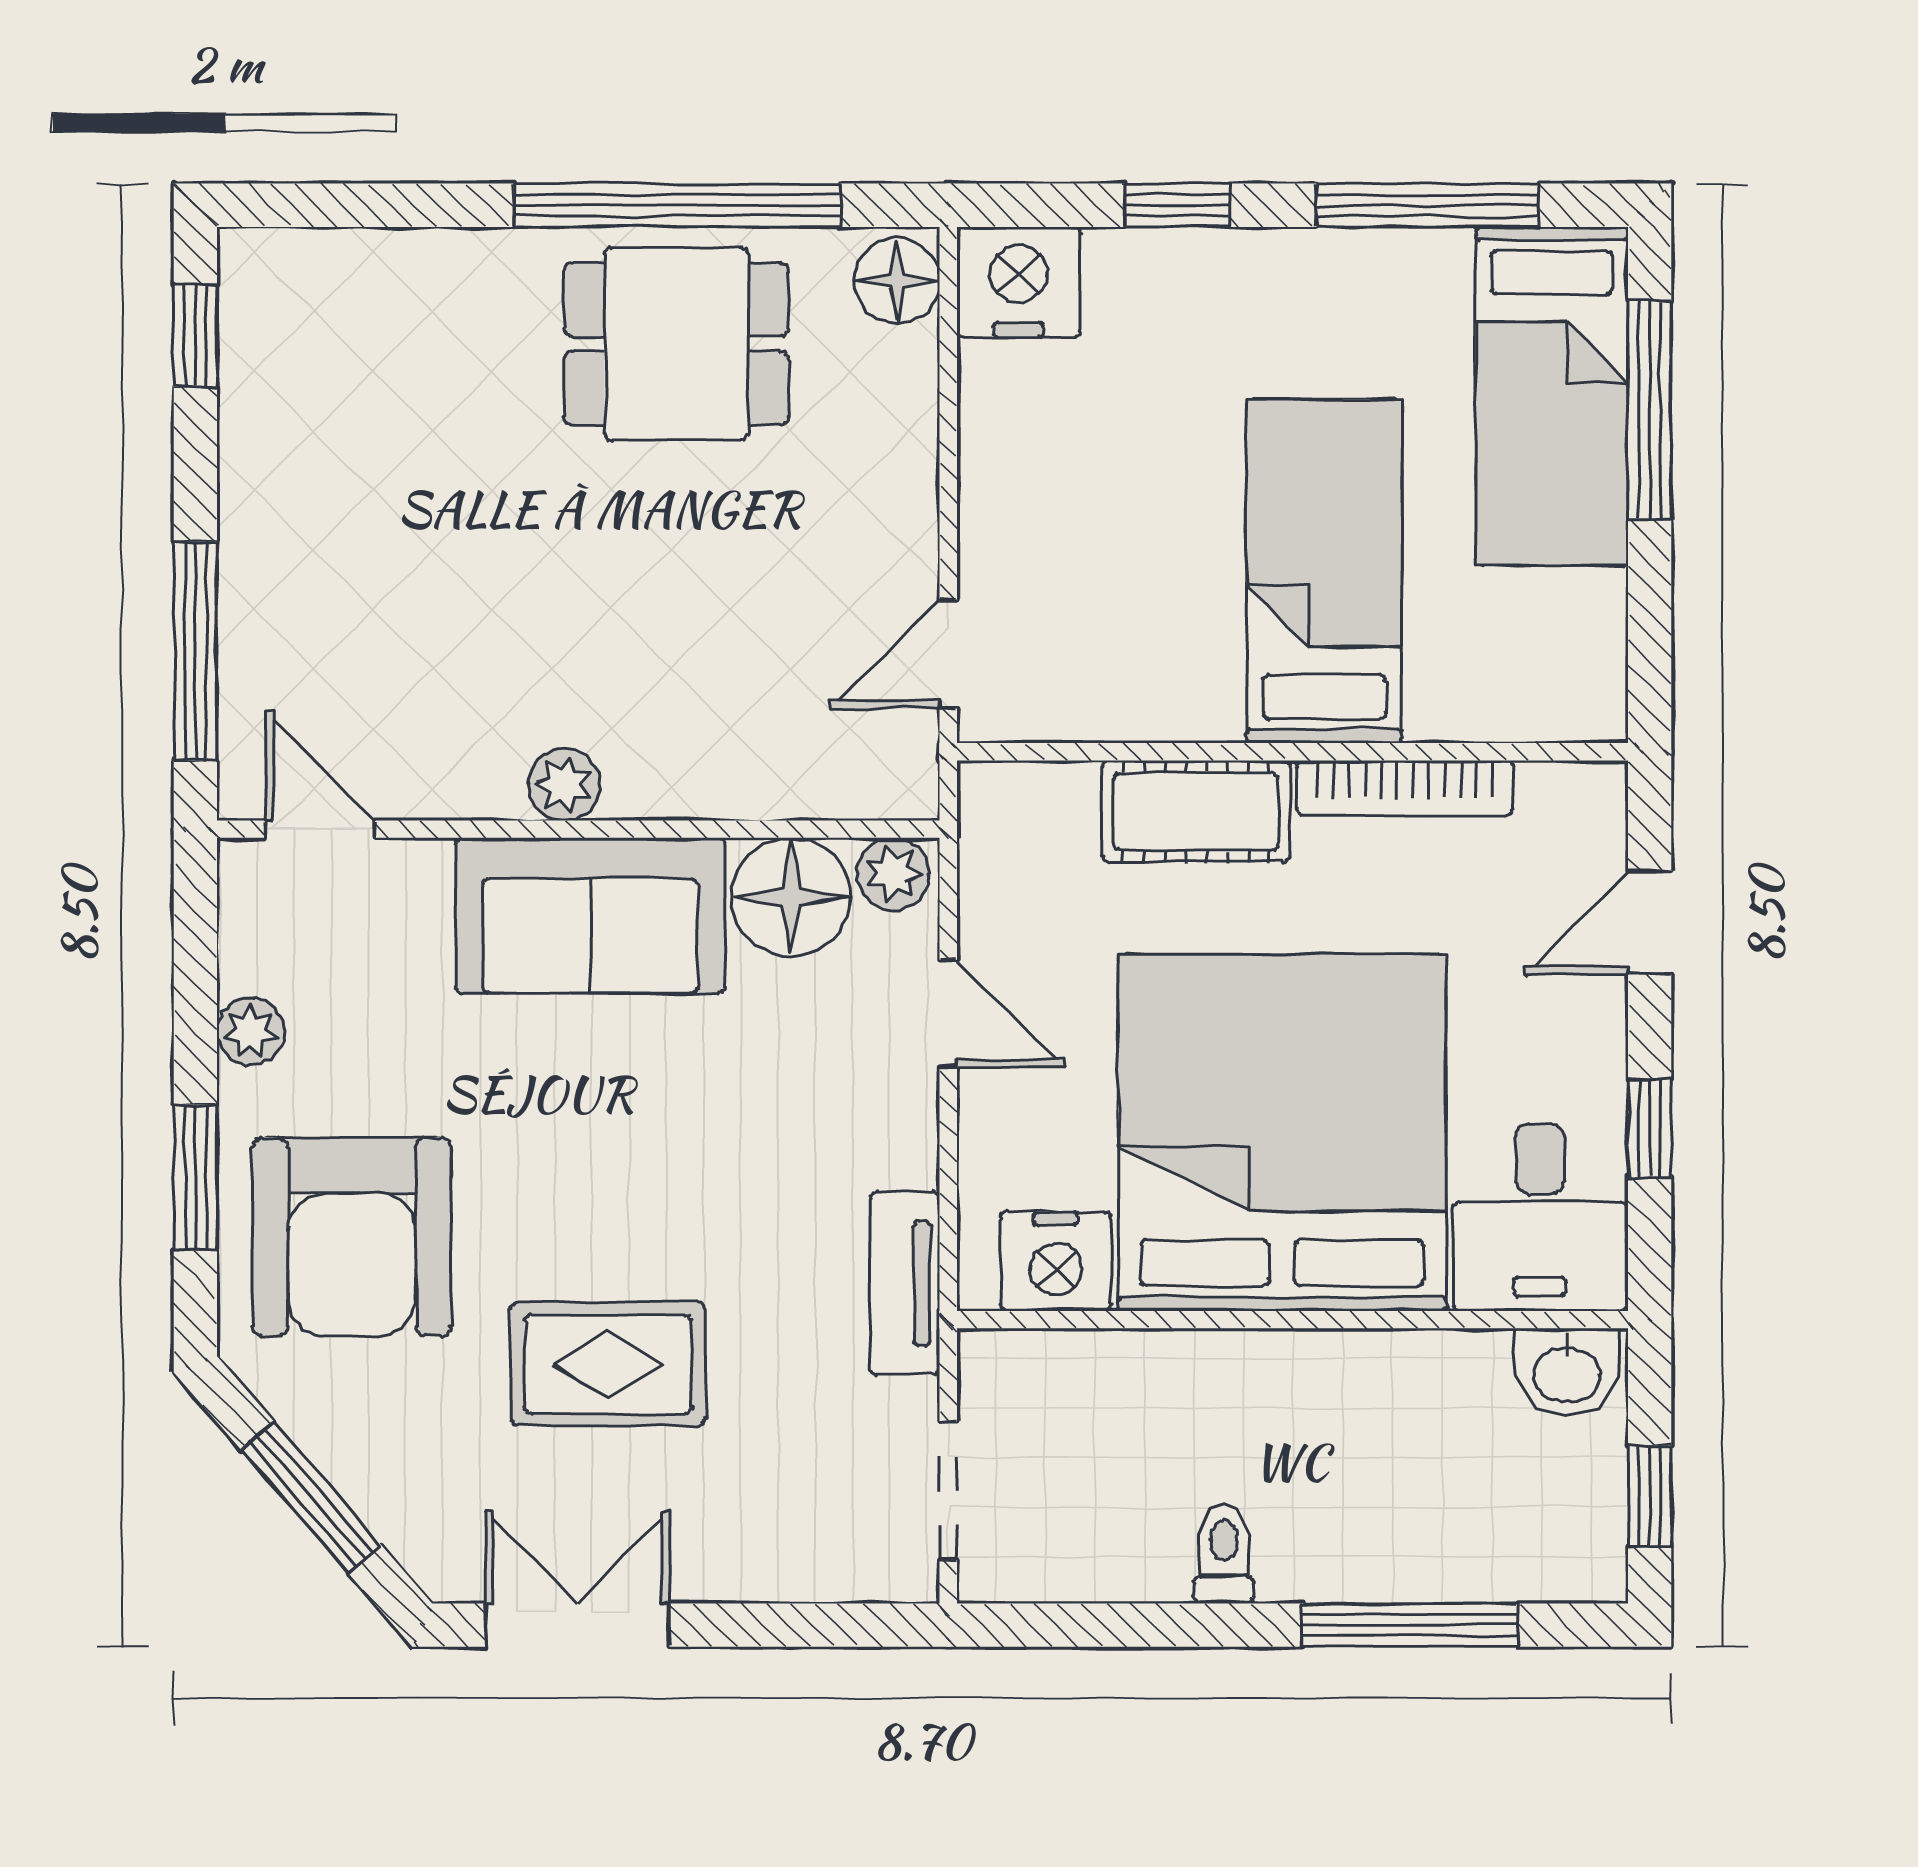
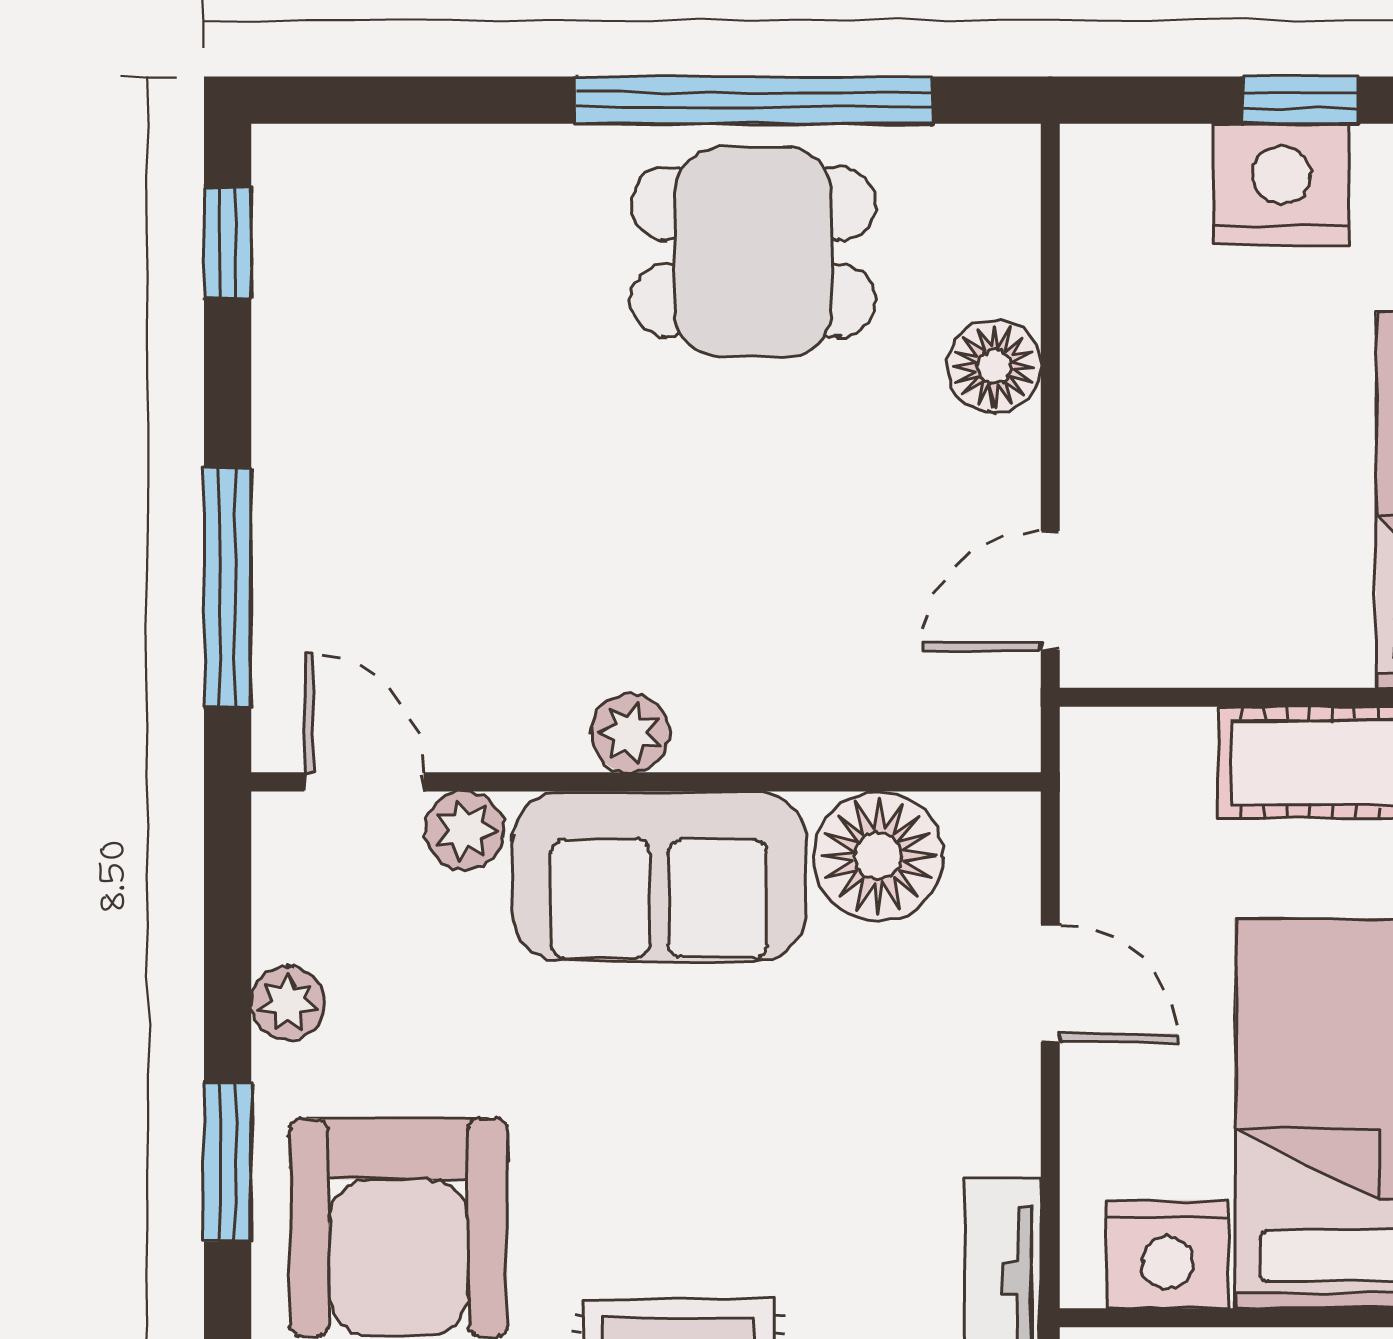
floor lamp: (897, 281) -> (994, 367), moved
nightstand: (1019, 282) -> (1281, 184), moved
plant: (893, 874) -> (465, 831), moved

